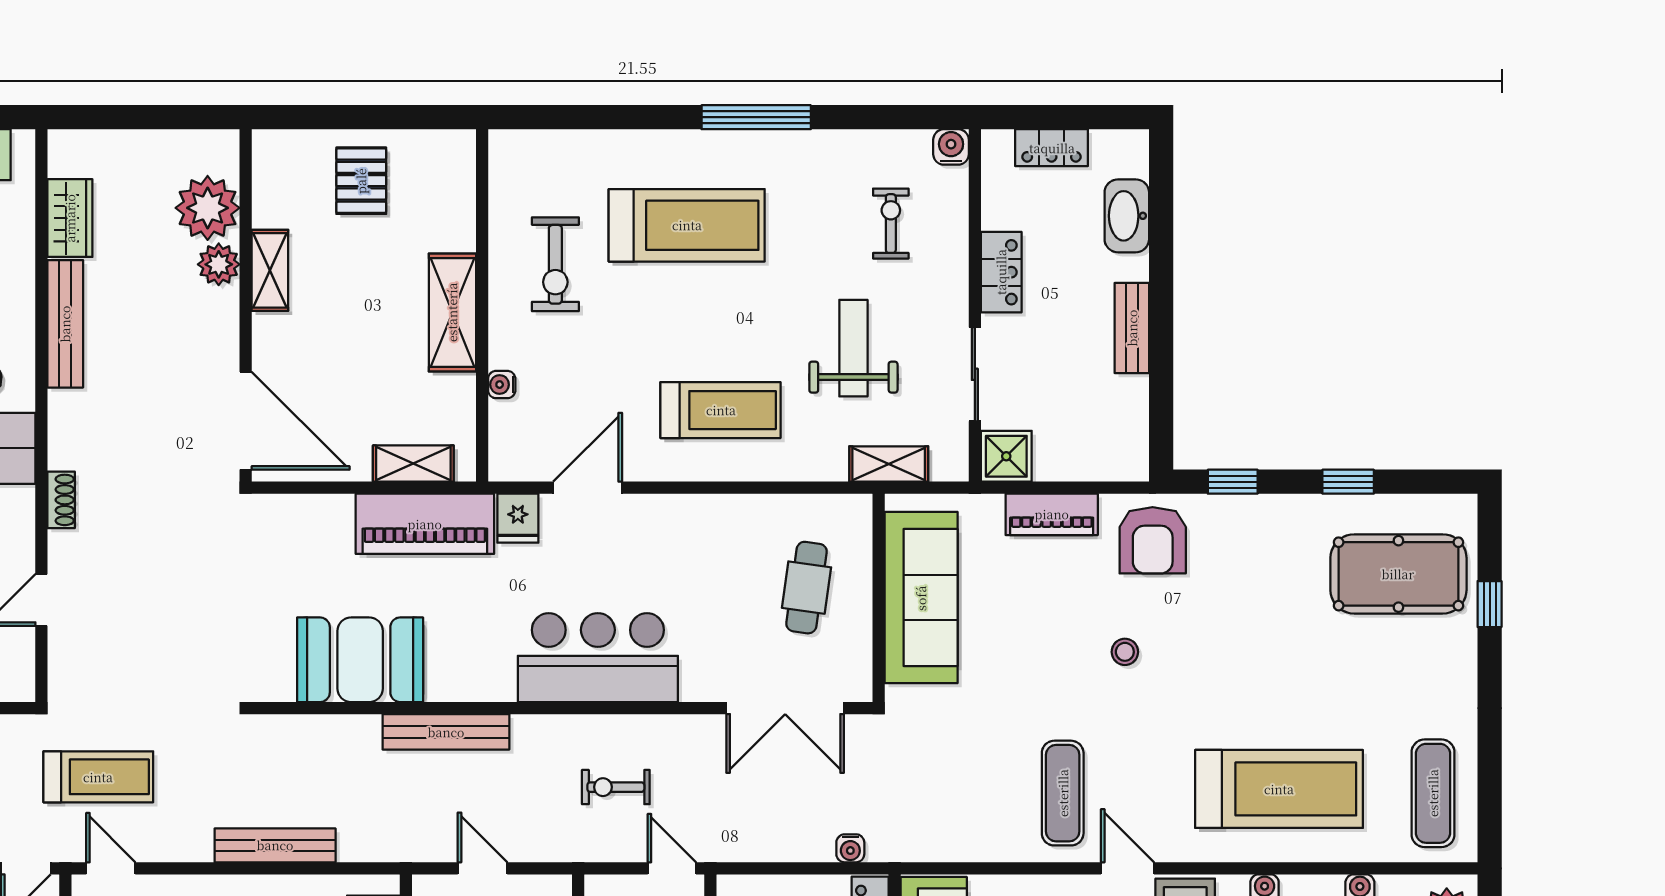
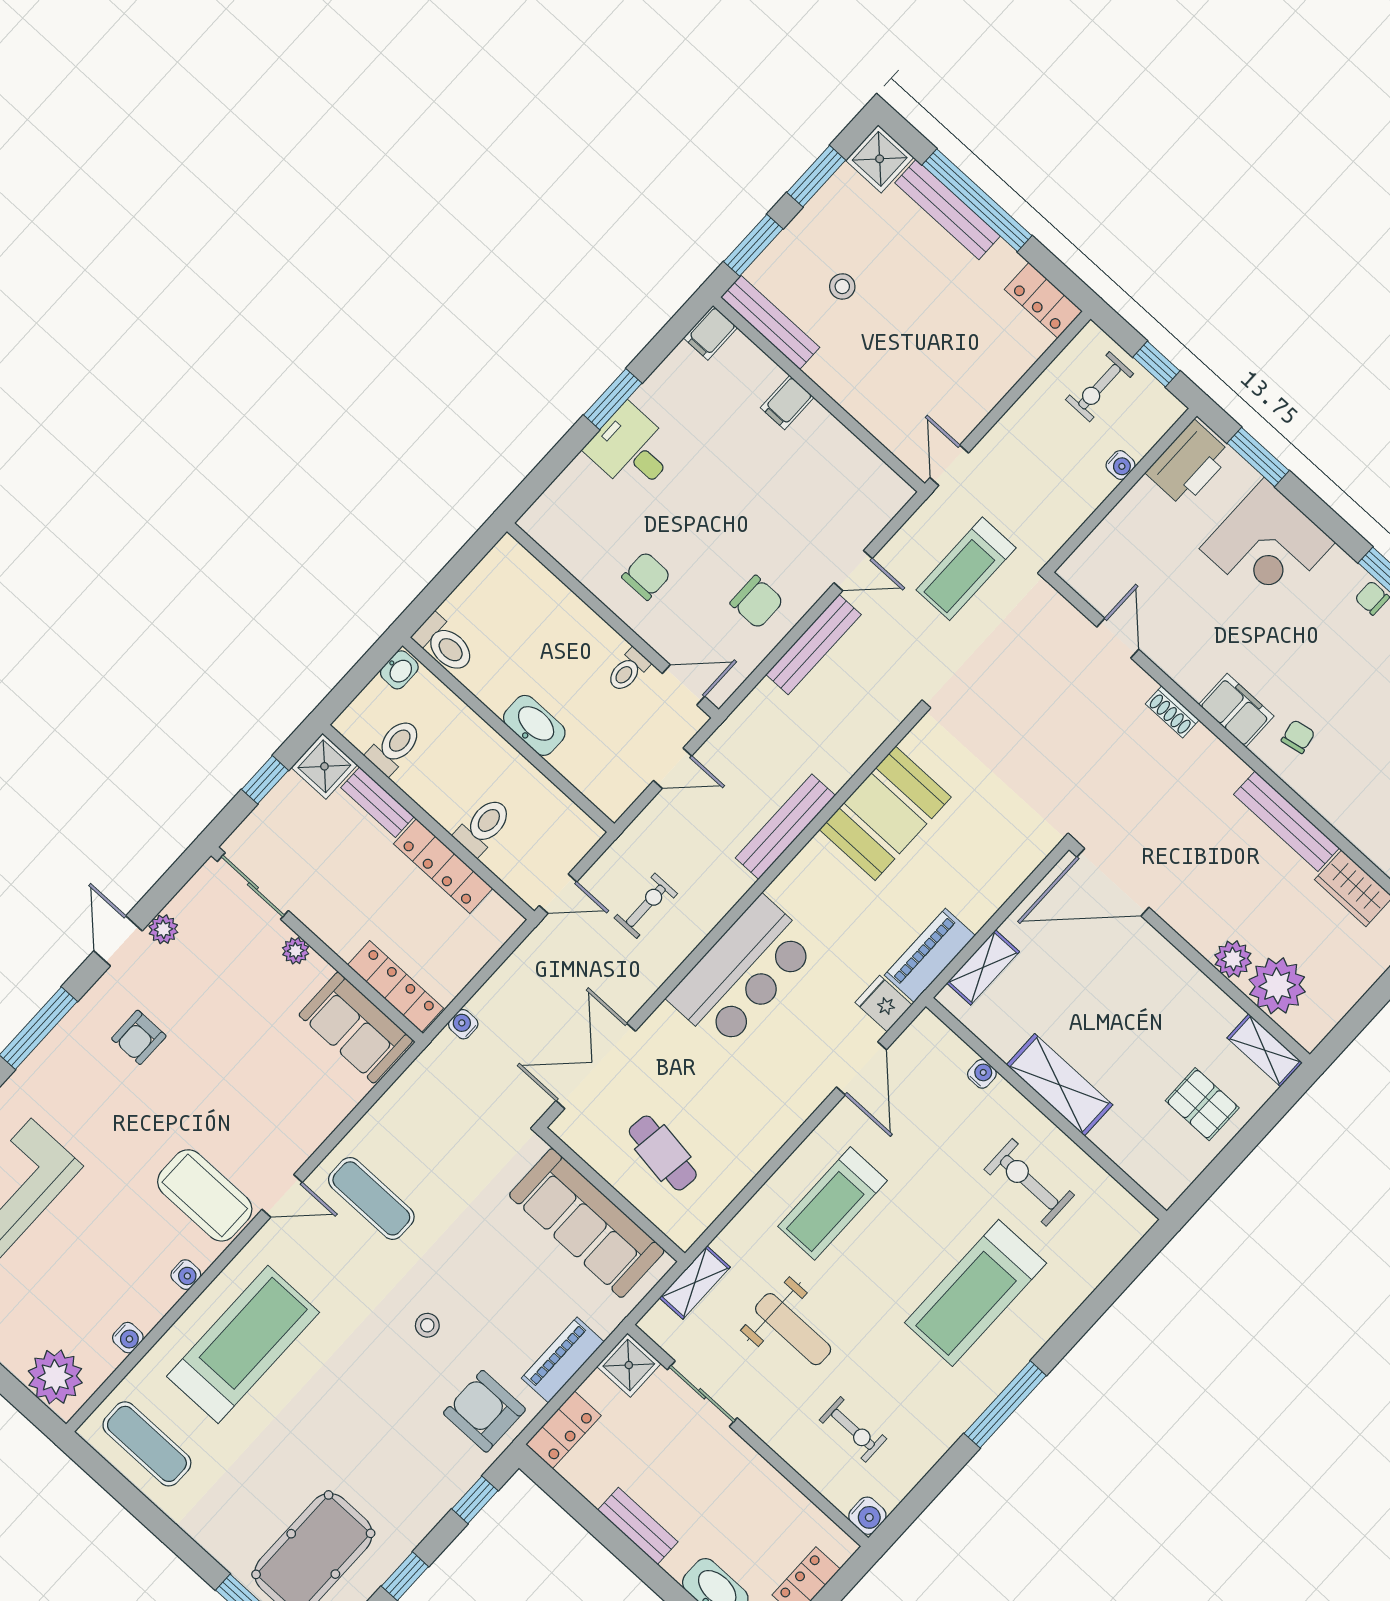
shelving: (270, 270) -> (1265, 1050), moved
locker: (1001, 272) -> (563, 1430), moved, turned -90
piano: (425, 524) -> (930, 955), width x0.73, depth x0.75
treadmill: (1279, 789) -> (243, 1344), turned 180
door: (111, 868) -> (853, 571), moved

